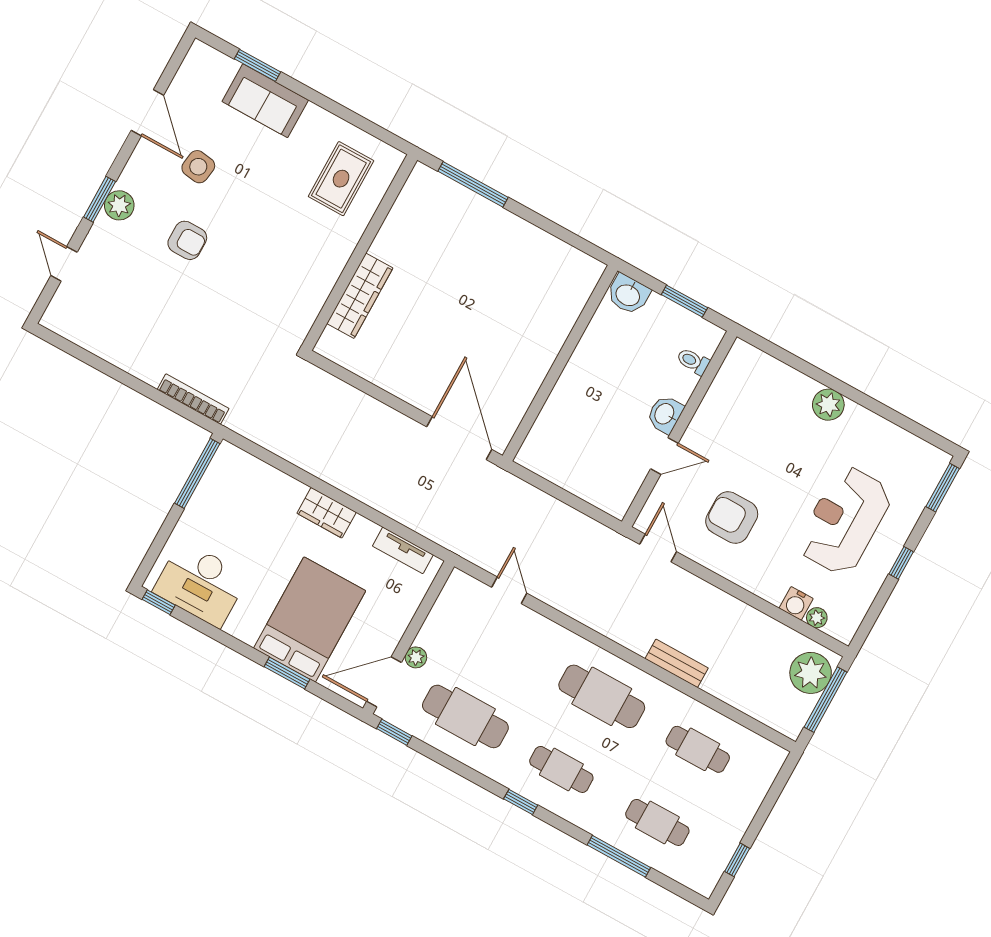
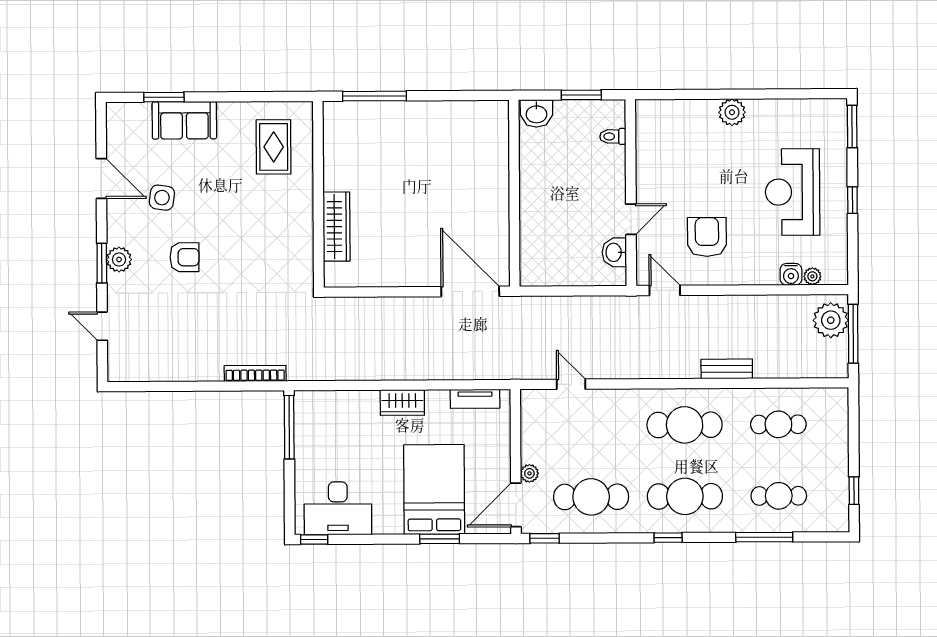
washbasin: (665, 414) -> (614, 252), moved
armchair: (732, 517) -> (707, 237), turned 90
cafe table: (561, 769) -> (685, 496), width x1.37, depth x1.35

